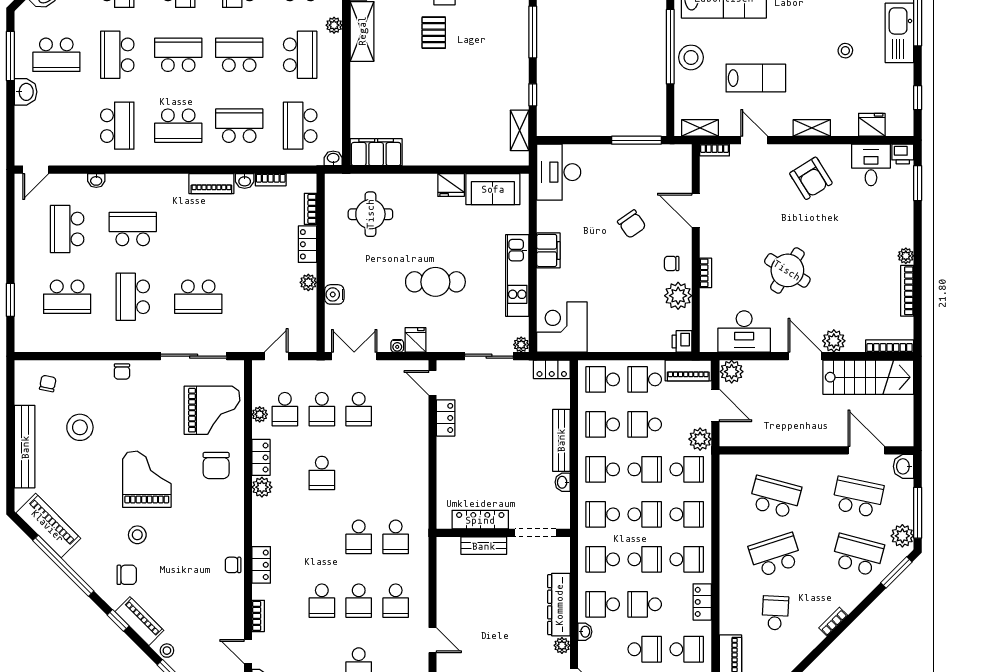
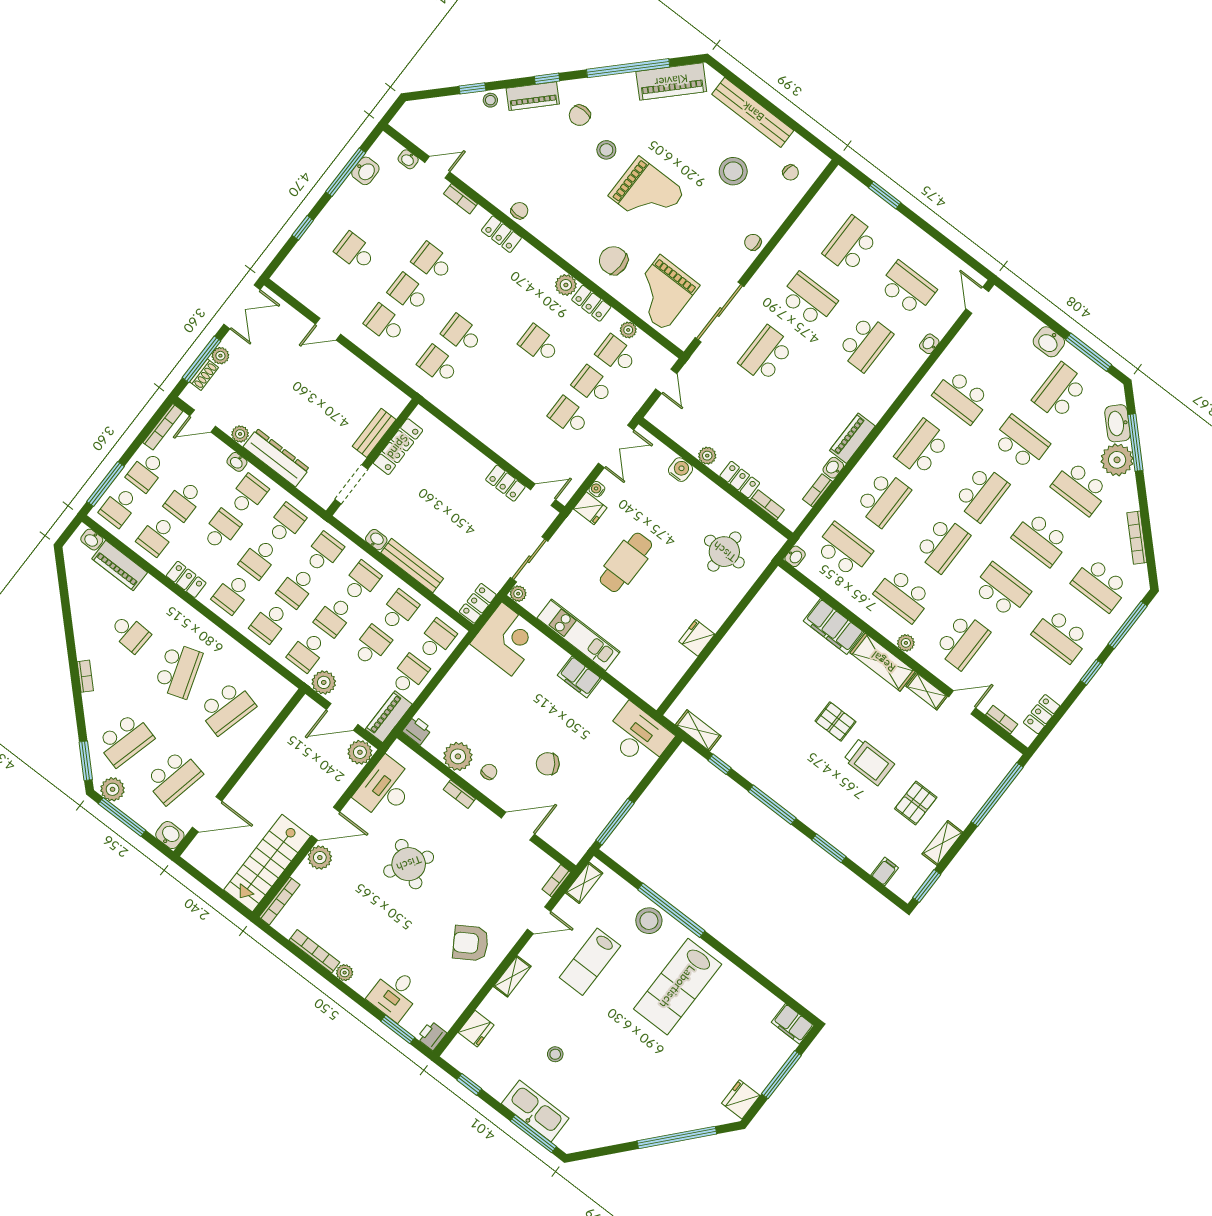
filing cabinet: (376, 152) -> (834, 626), moved, turned 90
desk: (871, 165) -> (395, 994), moved, turned 90
sofa: (493, 189) -> (666, 670), removed

